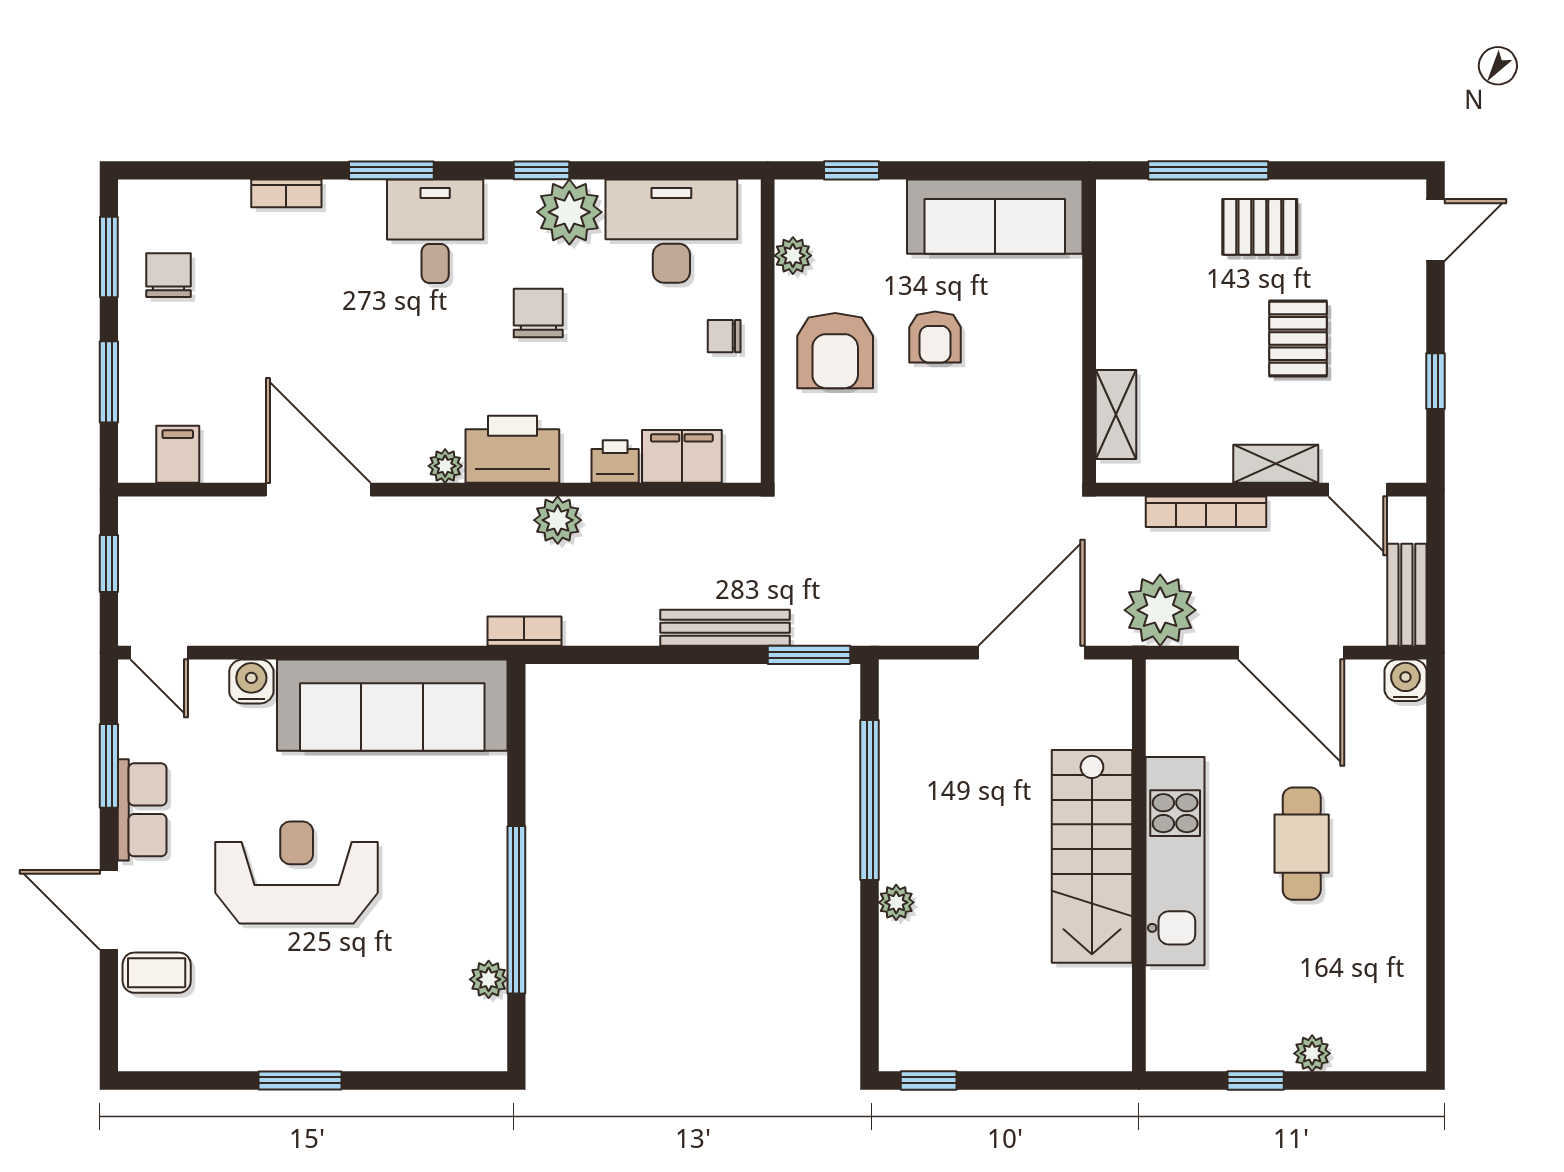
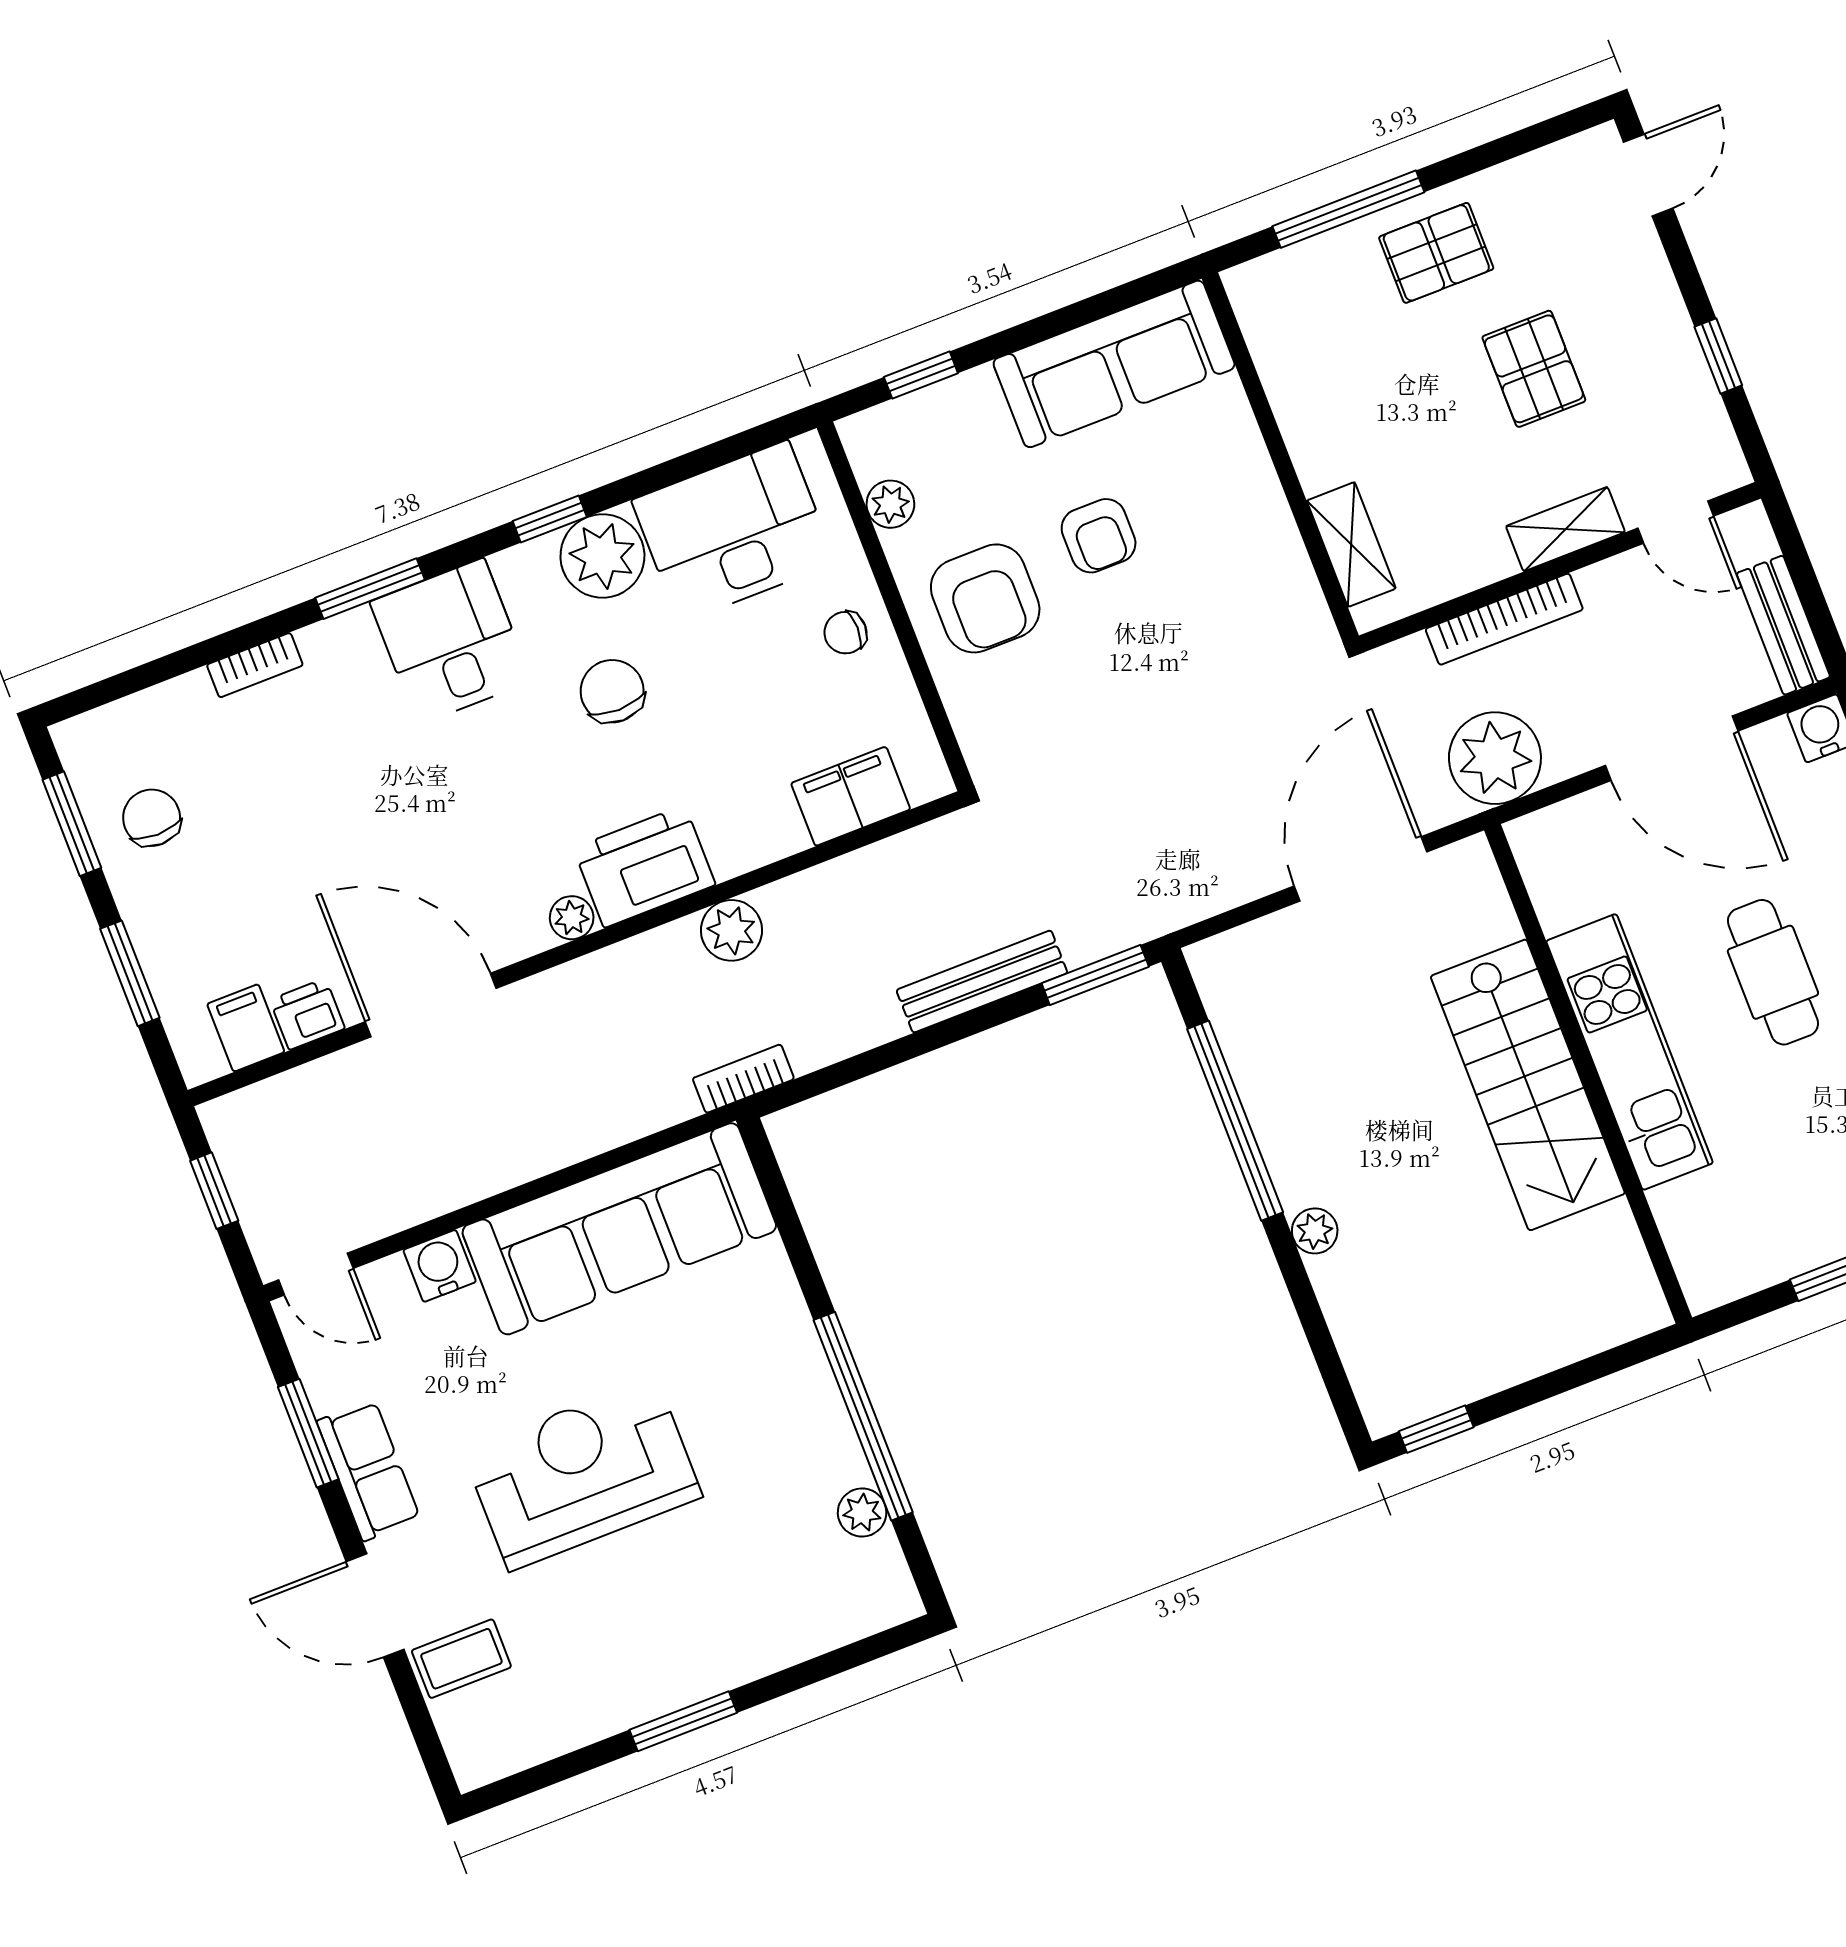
printer: (615, 462) -> (307, 1014), moved

